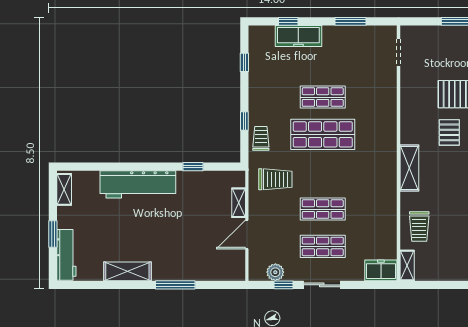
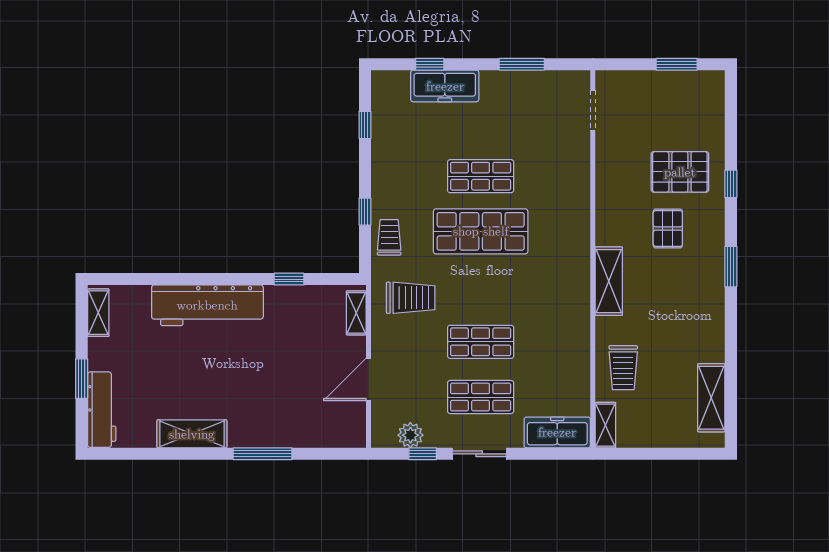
shelving: (239, 203) -> (356, 313), moved
freezer: (381, 270) -> (557, 432), width x1.40

